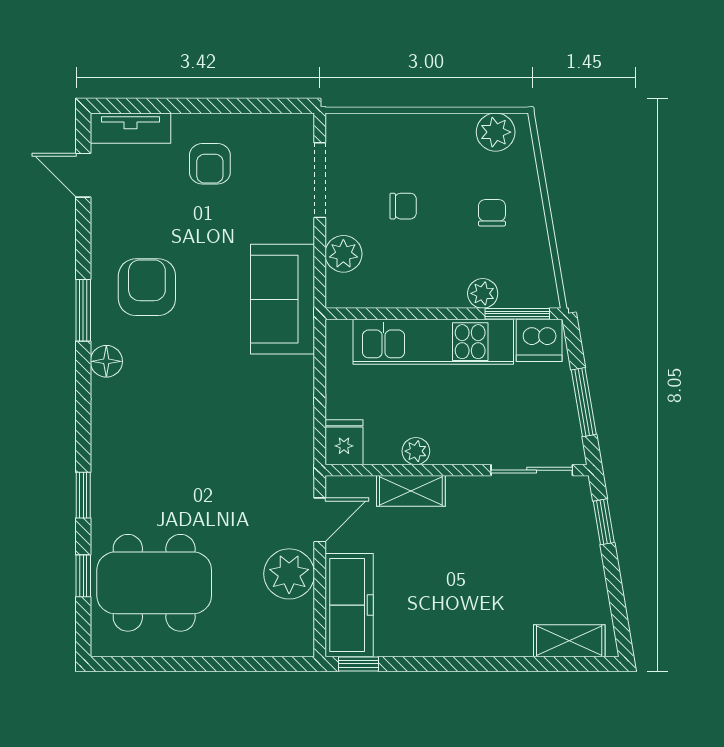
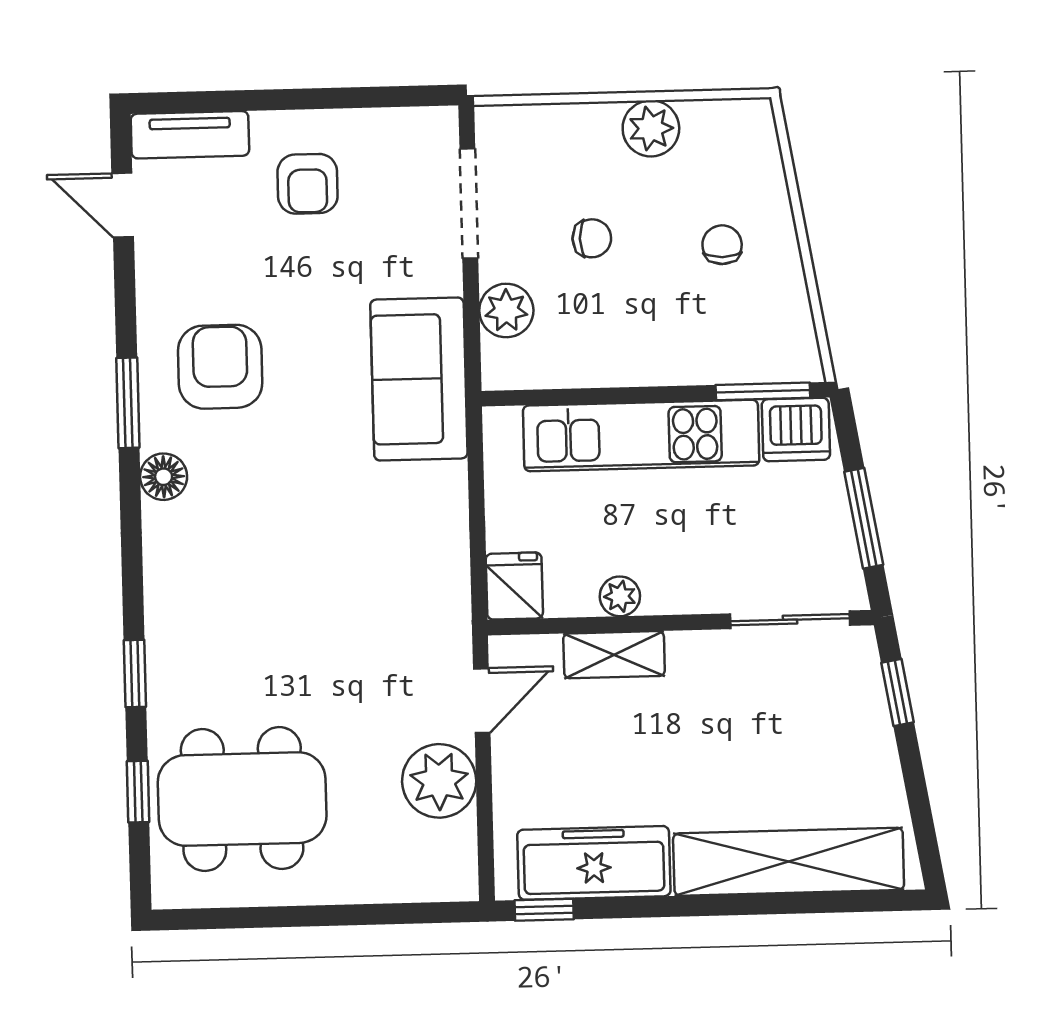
plant: (496, 132) -> (651, 128), moved
plant: (483, 293) -> (712, 363), removed
freezer: (349, 605) -> (594, 863), moved, turned -90
shelving: (569, 641) -> (789, 862), width x2.20, depth x1.33

